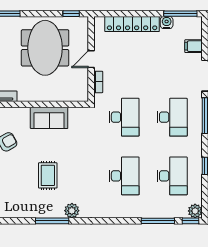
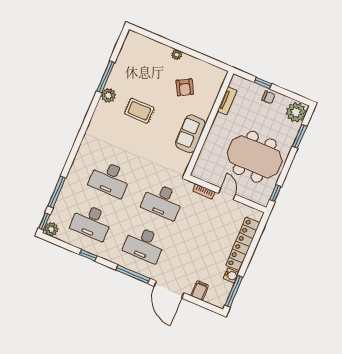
plant: (72, 211) -> (108, 95), moved
window: (52, 221) -> (106, 77), moved

